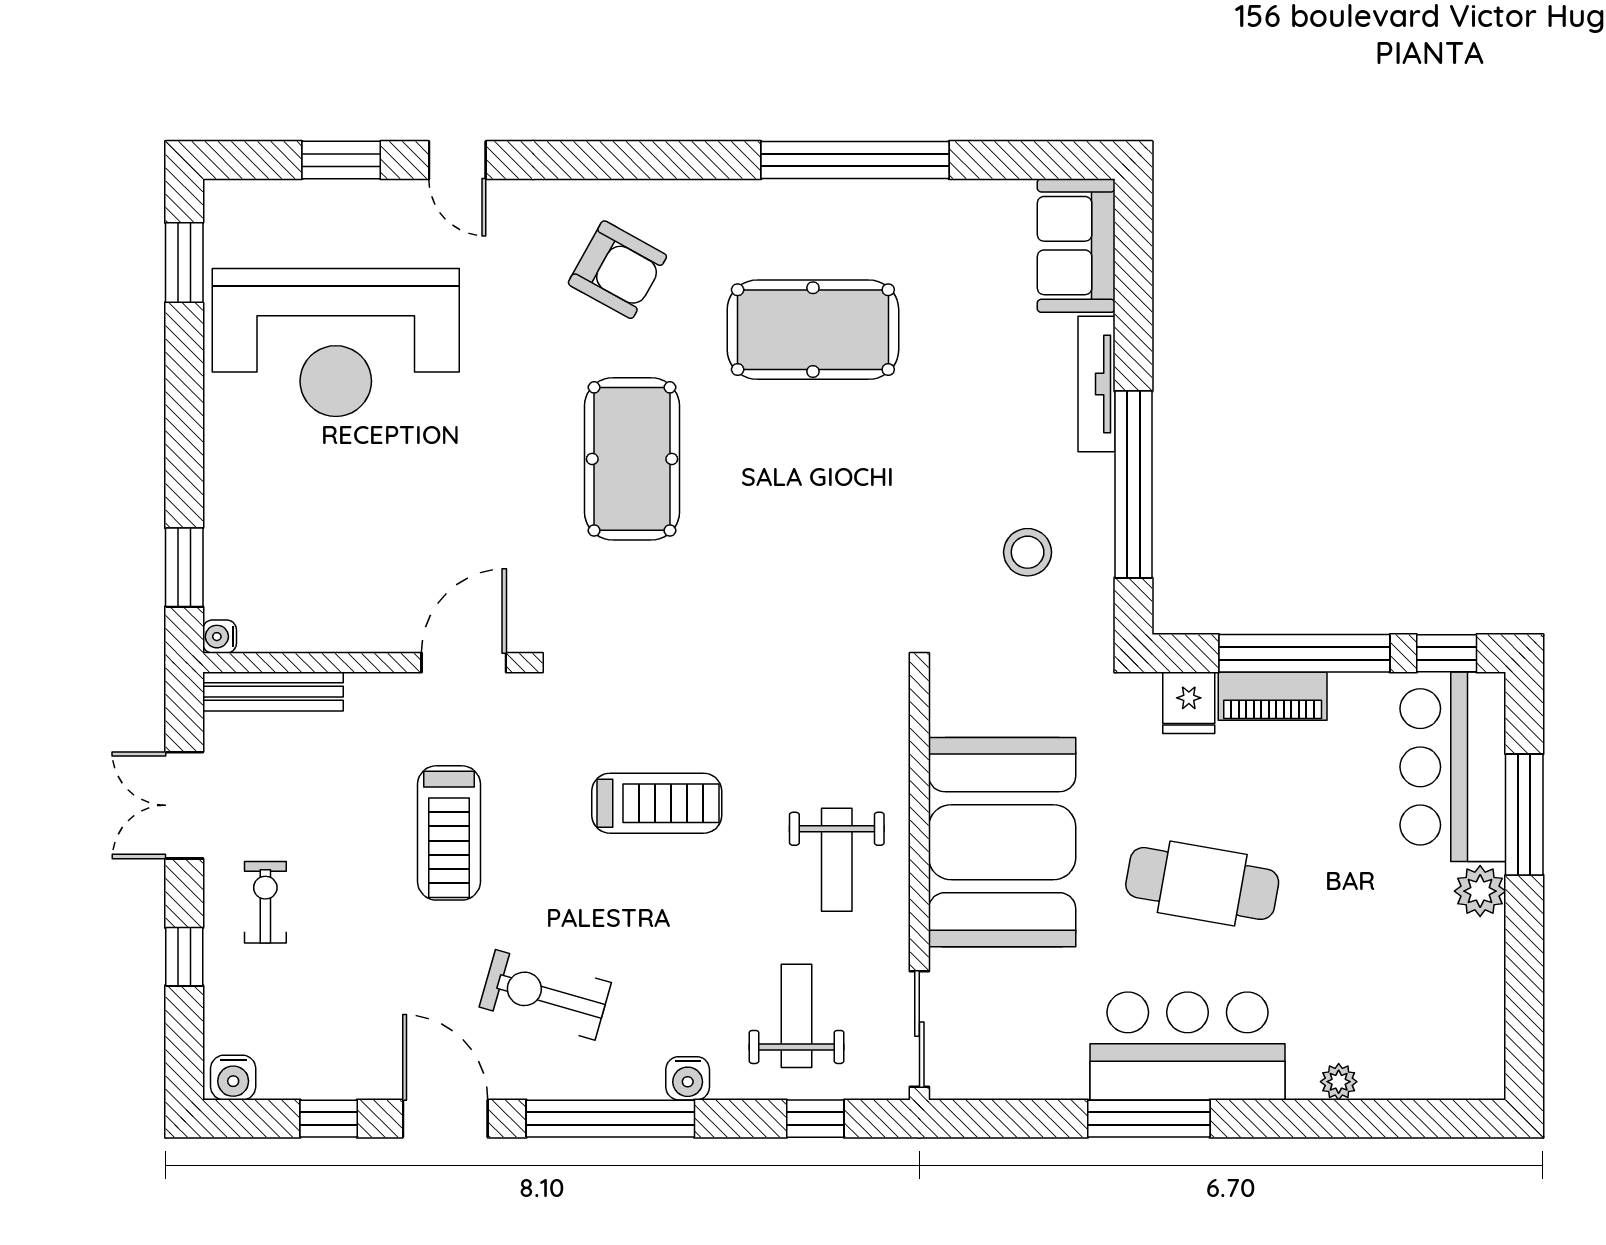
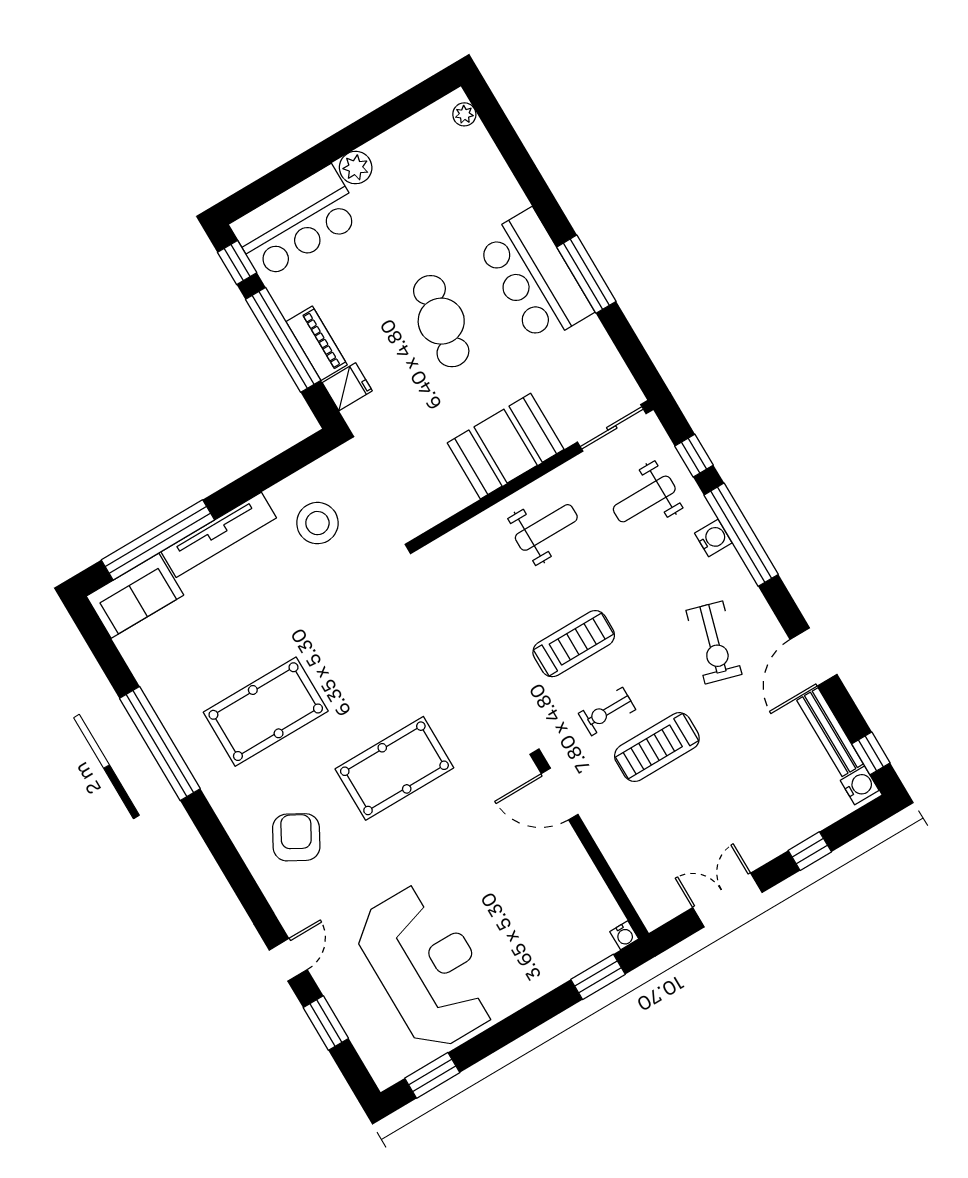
pool table: (813, 330) -> (266, 712), turned 90
tv unit: (1096, 384) -> (219, 535), width x1.36, depth x1.29
window: (1133, 484) -> (158, 540), moved
stool: (1028, 552) -> (317, 523), width x1.38, depth x1.38
bench: (273, 692) -> (830, 732), moved
treadmill: (657, 803) -> (574, 644), turned 90
double door: (184, 805) -> (727, 900), swing flipped
window: (1524, 815) -> (300, 168), removed
treadmill: (449, 833) -> (657, 747), turned 180
booth: (1002, 842) -> (506, 446), width x0.73, depth x0.70
exercise bike: (265, 902) -> (607, 711), moved
plant: (1339, 1082) -> (464, 114), moved
window: (329, 1119) -> (871, 753), moved
window: (610, 1119) -> (741, 535), moved

